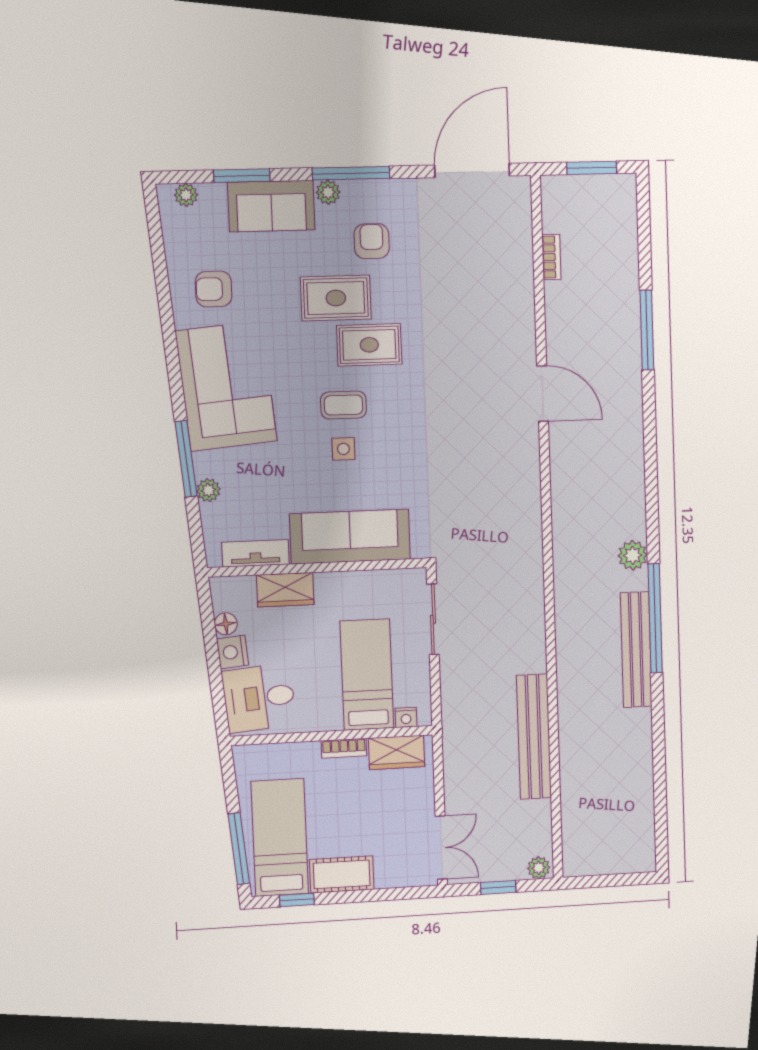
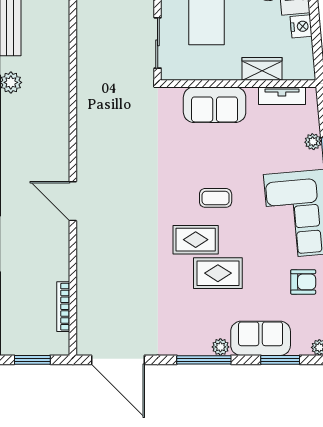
door: (472, 171) -> (118, 360), hinge flipped
armchair: (372, 241) -> (191, 312), removed
bookcase: (551, 257) -> (63, 307), width x1.56
side table: (343, 449) -> (217, 167), removed
sofa: (350, 536) -> (215, 105), width x0.73
floor lamp: (226, 624) -> (305, 47), removed

